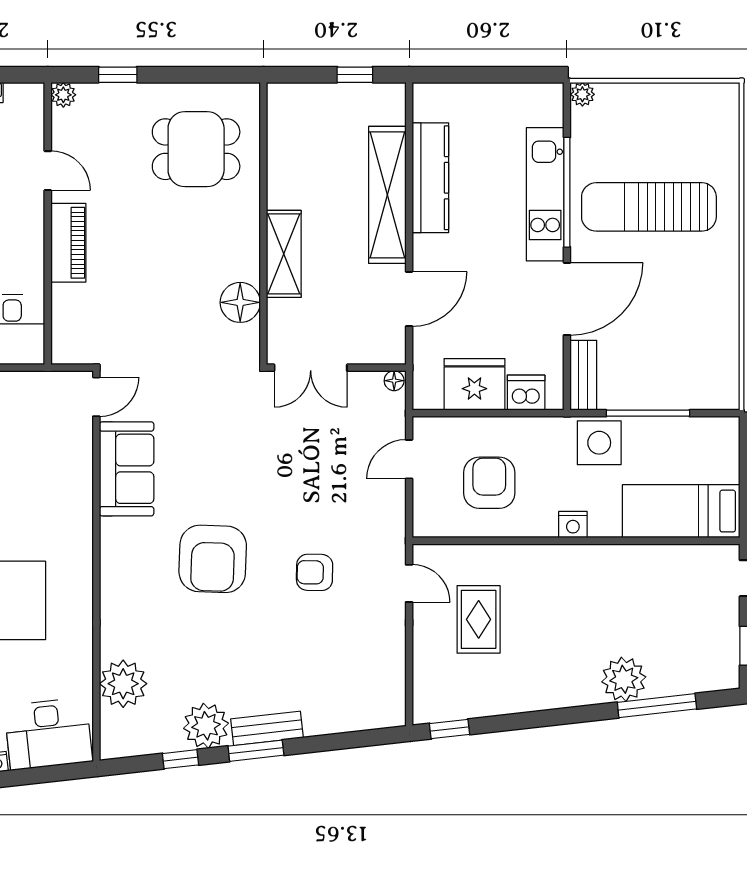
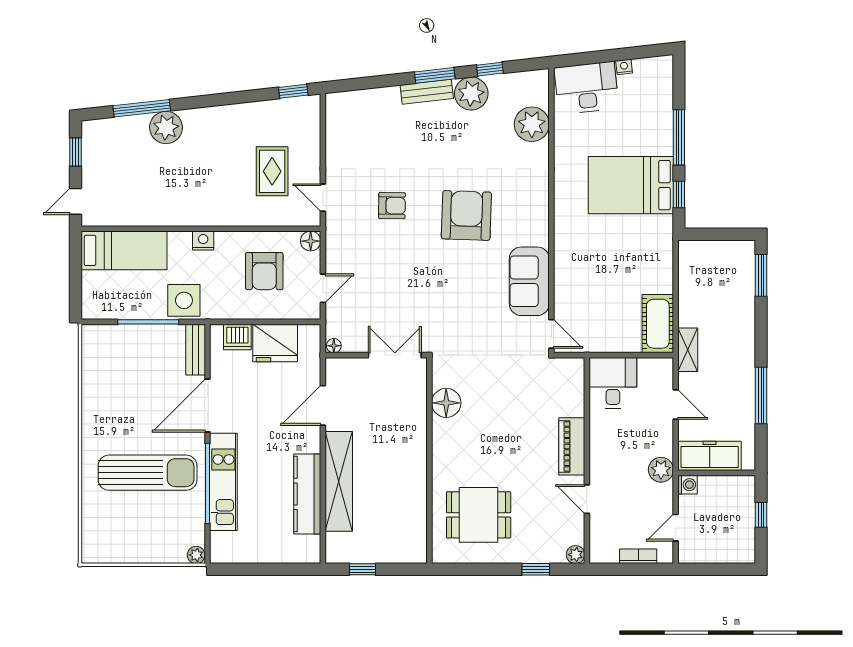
shelving: (284, 254) -> (414, 438), removed
door: (96, 397) -> (551, 334), swing flipped
floor lamp: (426, 524) -> (311, 241), added

